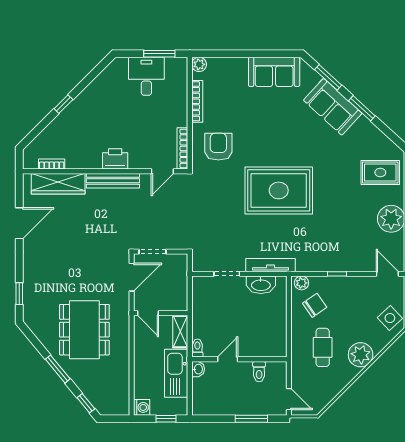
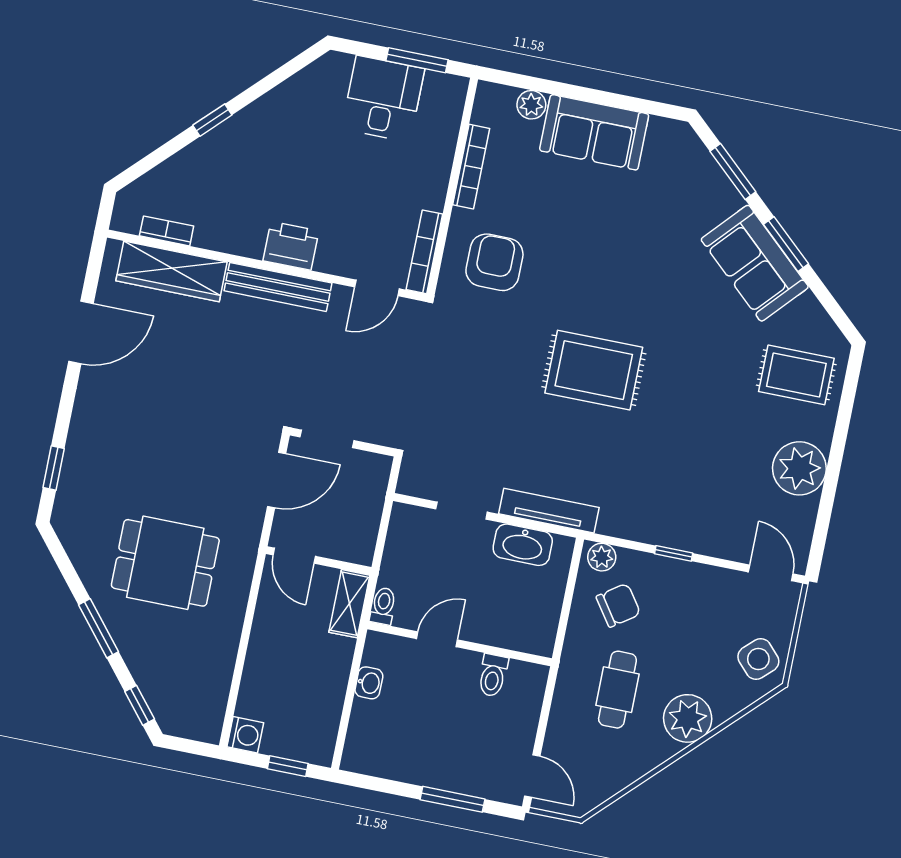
plant: (199, 64) -> (531, 105), moved
sofa: (274, 72) -> (594, 132), moved
sofa: (333, 107) -> (755, 263), moved
rug: (279, 190) -> (594, 370), width x0.73, depth x0.69
dining table: (84, 330) -> (165, 563), width x0.73
toilet: (197, 348) -> (383, 606), moved
door: (228, 359) -> (437, 639), moved
wall: (239, 359) -> (460, 644), moved
toilet: (259, 372) -> (493, 675), moved
kitchen sink: (176, 373) -> (325, 683), removed

